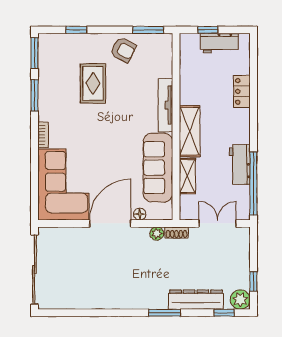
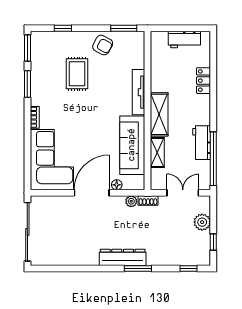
window: (208, 30) -> (175, 28), removed
dresser: (196, 300) -> (123, 257), moved
plant: (240, 300) -> (202, 222), moved

